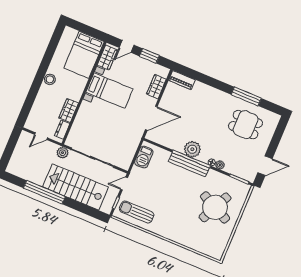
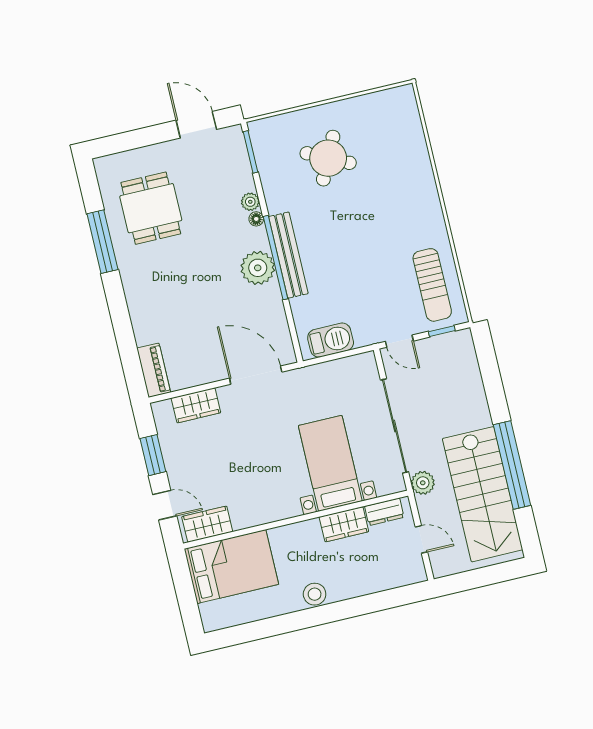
bed with nightstands: (109, 91) -> (330, 463), moved
stairs: (76, 187) -> (483, 494), moved
round table: (215, 207) -> (328, 158), width x0.73, depth x0.73

